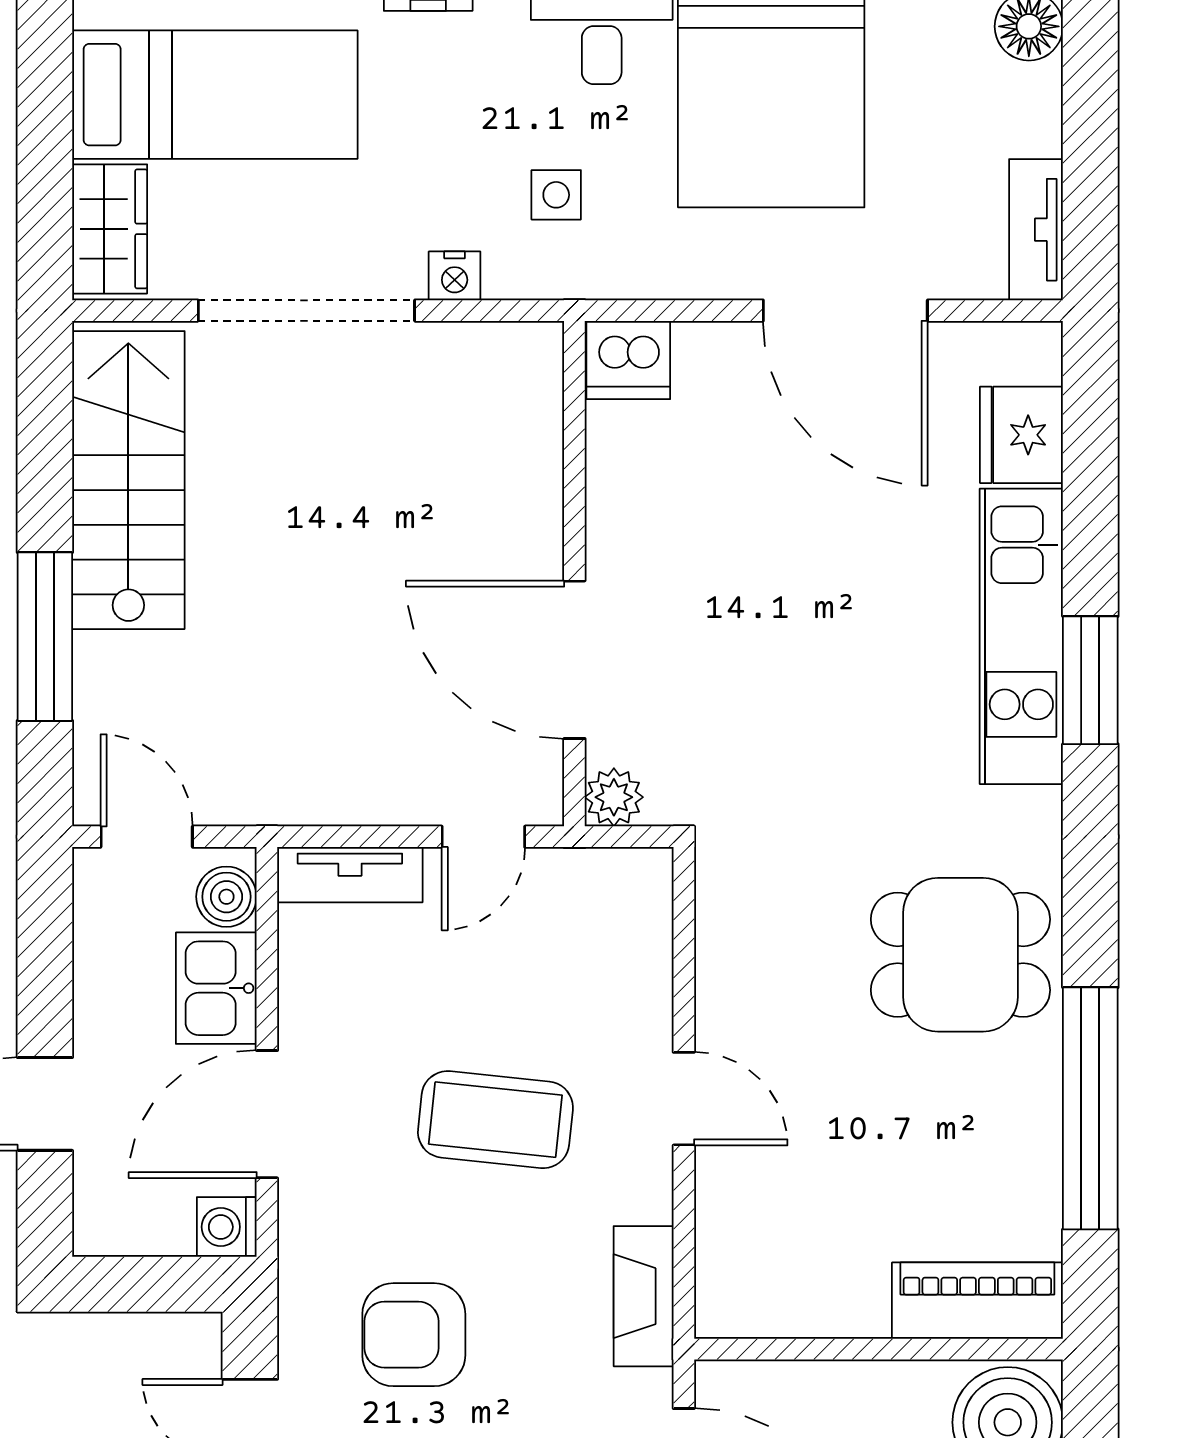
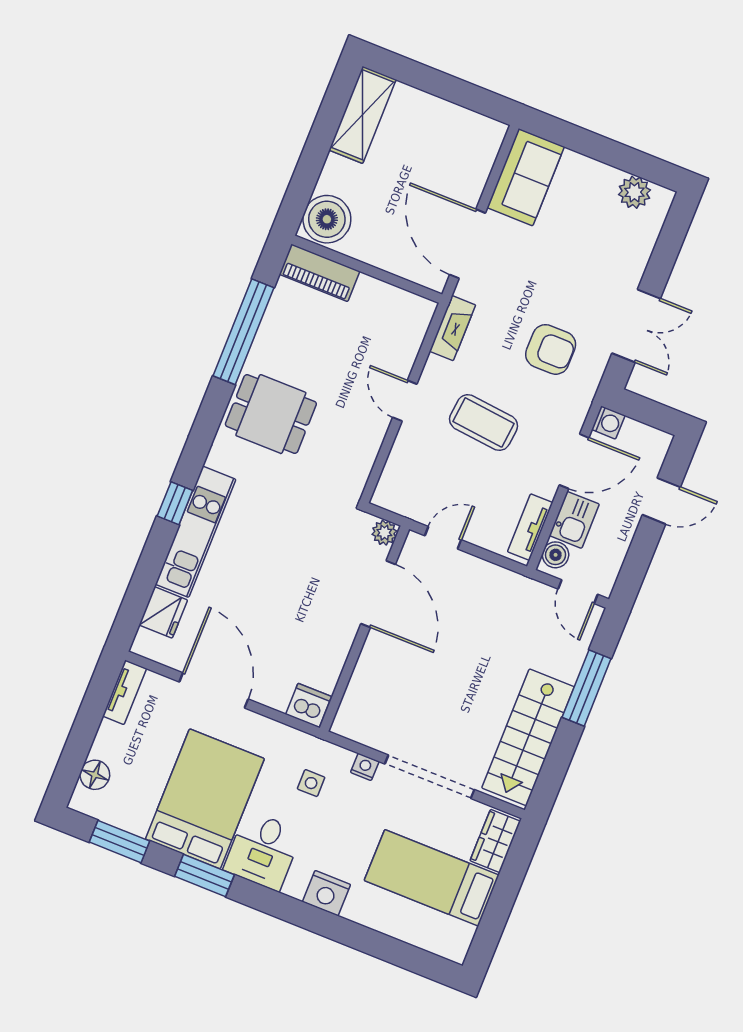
window: (1090, 680) -> (175, 503), width x0.67
tv unit: (350, 875) -> (530, 527), moved, turned -90

